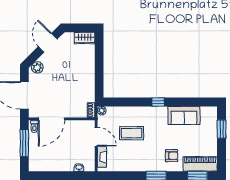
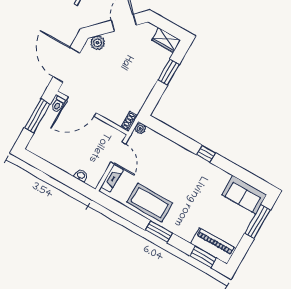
window: (99, 60) -> (169, 72), added
sofa: (184, 115) -> (244, 195), moved
window: (222, 129) -> (258, 222), width x1.44
coffee table: (131, 133) -> (150, 203), moved, width x1.36, depth x1.32
armchair: (172, 156) -> (188, 220), removed

